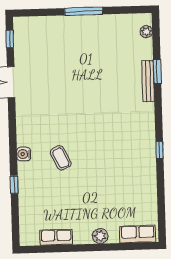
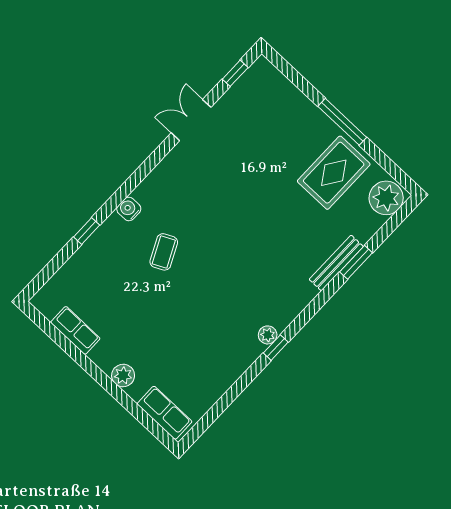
plant: (146, 32) -> (386, 198), width x1.87, depth x1.87
rug: (104, 39) -> (334, 173), added
plant: (150, 148) -> (268, 335), added

